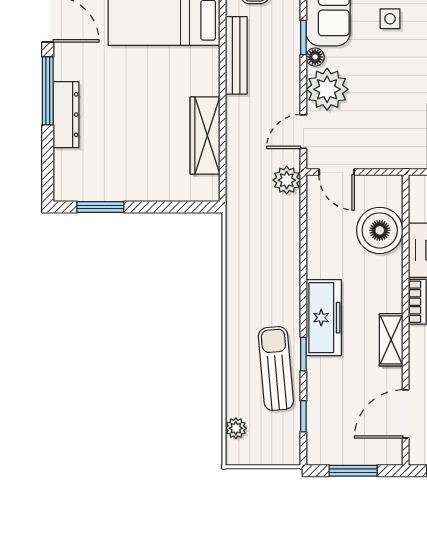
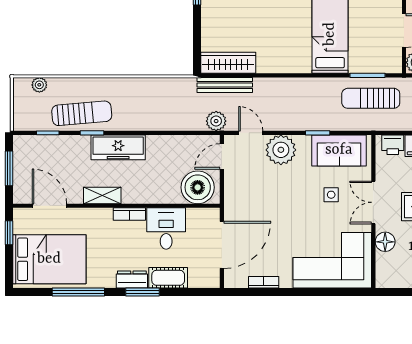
bench: (236, 55) -> (225, 85), moved
floor lamp: (315, 57) -> (304, 141), removed
wardrobe: (205, 136) -> (228, 63), moved
boiler: (380, 230) -> (198, 187), moved

